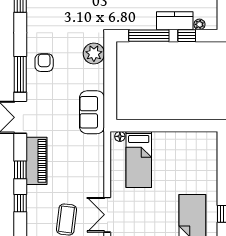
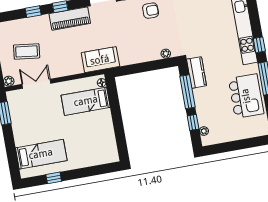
kitchen counter: (175, 21) -> (197, 72), moved
plant: (94, 54) -> (166, 54), width x0.53, depth x0.53
sofa: (92, 112) -> (100, 60), moved

